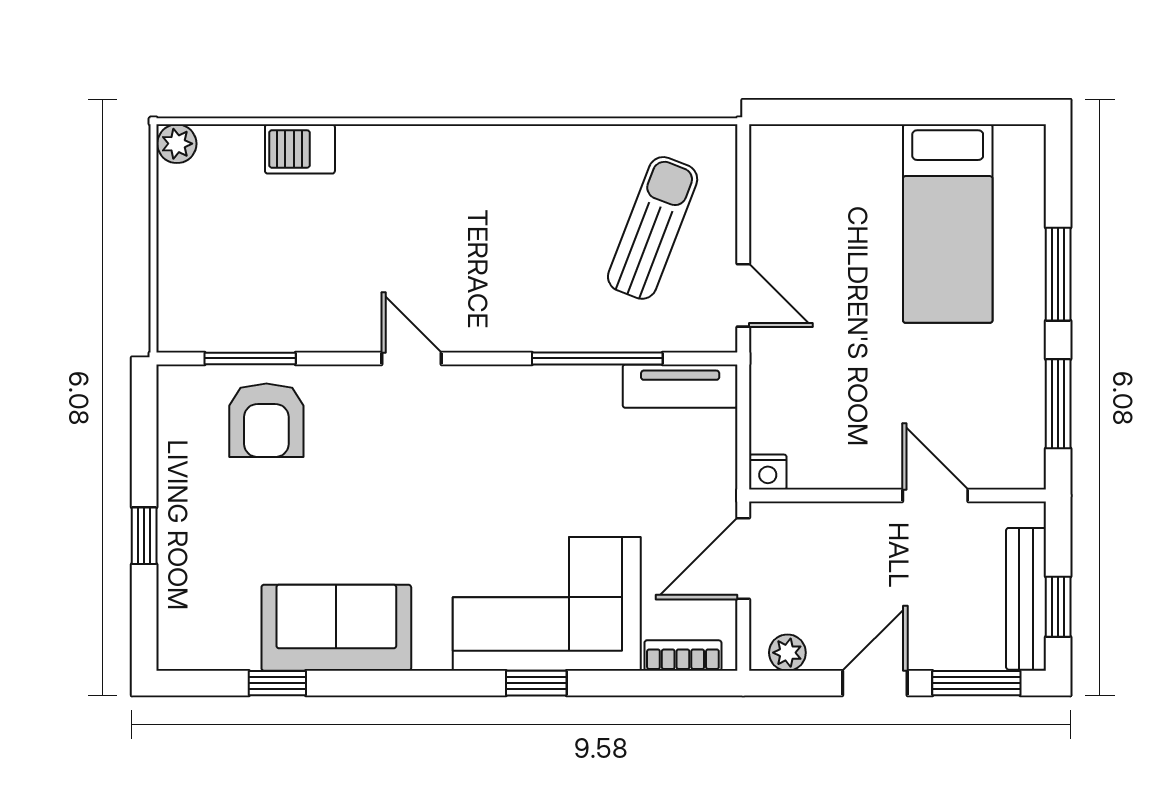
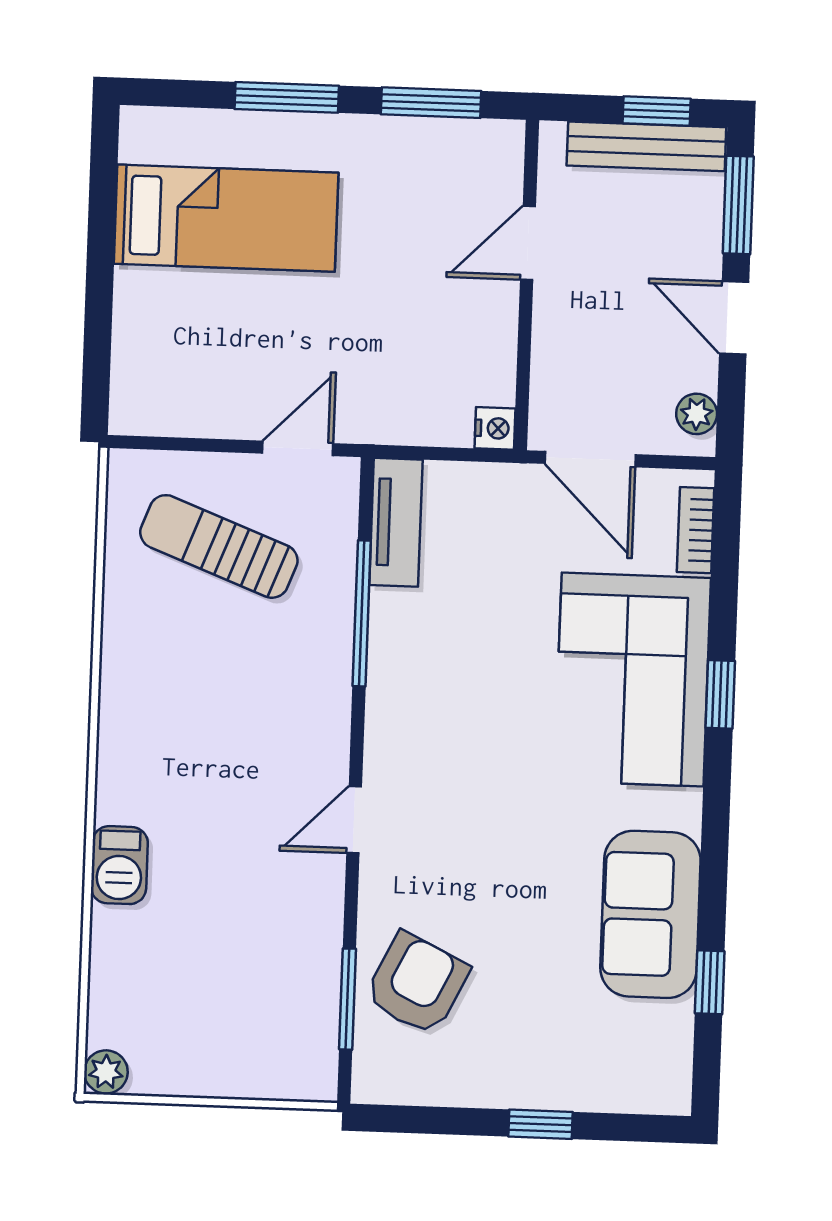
barbecue: (300, 149) -> (119, 865), moved
armchair: (266, 420) -> (417, 984), turned -64

